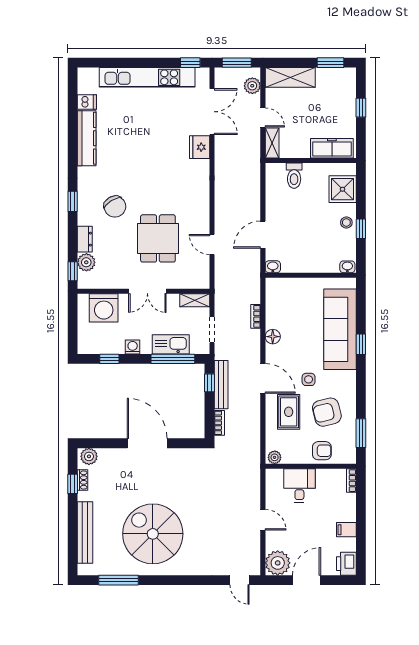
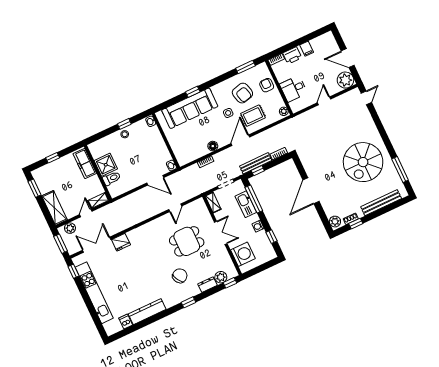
shower: (343, 189) -> (106, 165), moved
printer: (346, 564) -> (292, 55), moved

